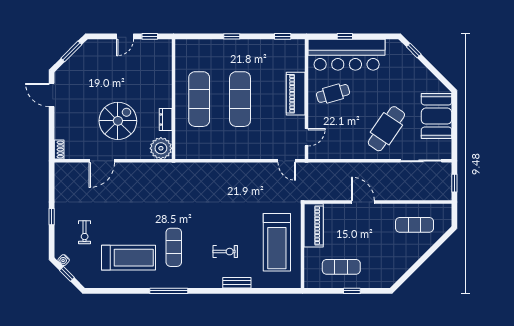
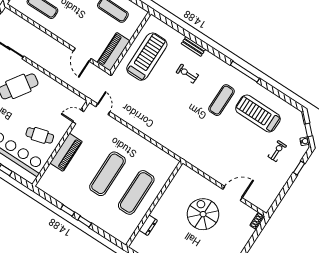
window: (283, 36) -> (68, 211), moved
dresser: (166, 120) -> (148, 225), moved
spiral stairs: (118, 121) -> (203, 214), turned 90
plant: (161, 148) -> (185, 175), removed
door: (363, 202) -> (82, 55), moved
window: (52, 217) -> (299, 168), moved

